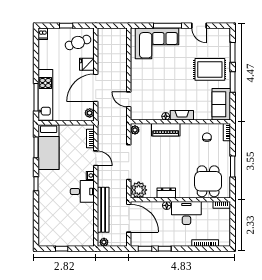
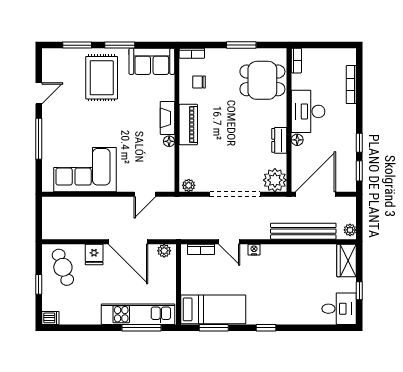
corner sofa: (157, 43) -> (85, 170), moved, turned -90
piano: (166, 130) -> (188, 125), moved
door: (96, 158) -> (229, 242), swing flipped
desk: (82, 191) -> (339, 309), moved, turned 90
wardrobe: (83, 240) -> (347, 260), added

